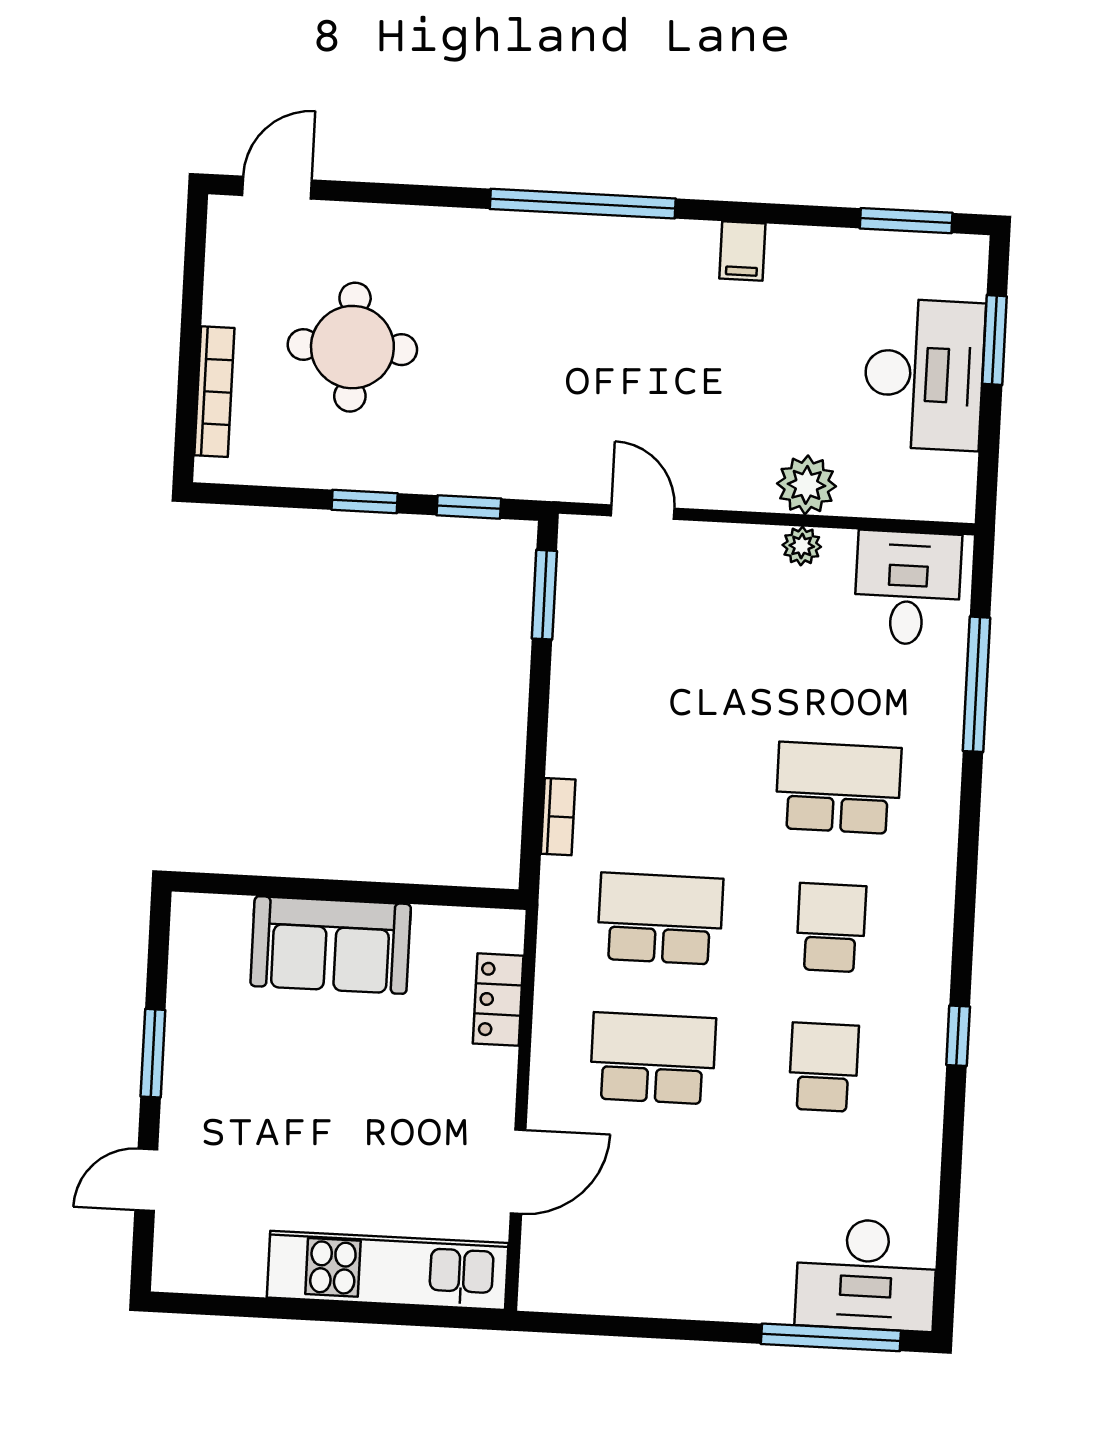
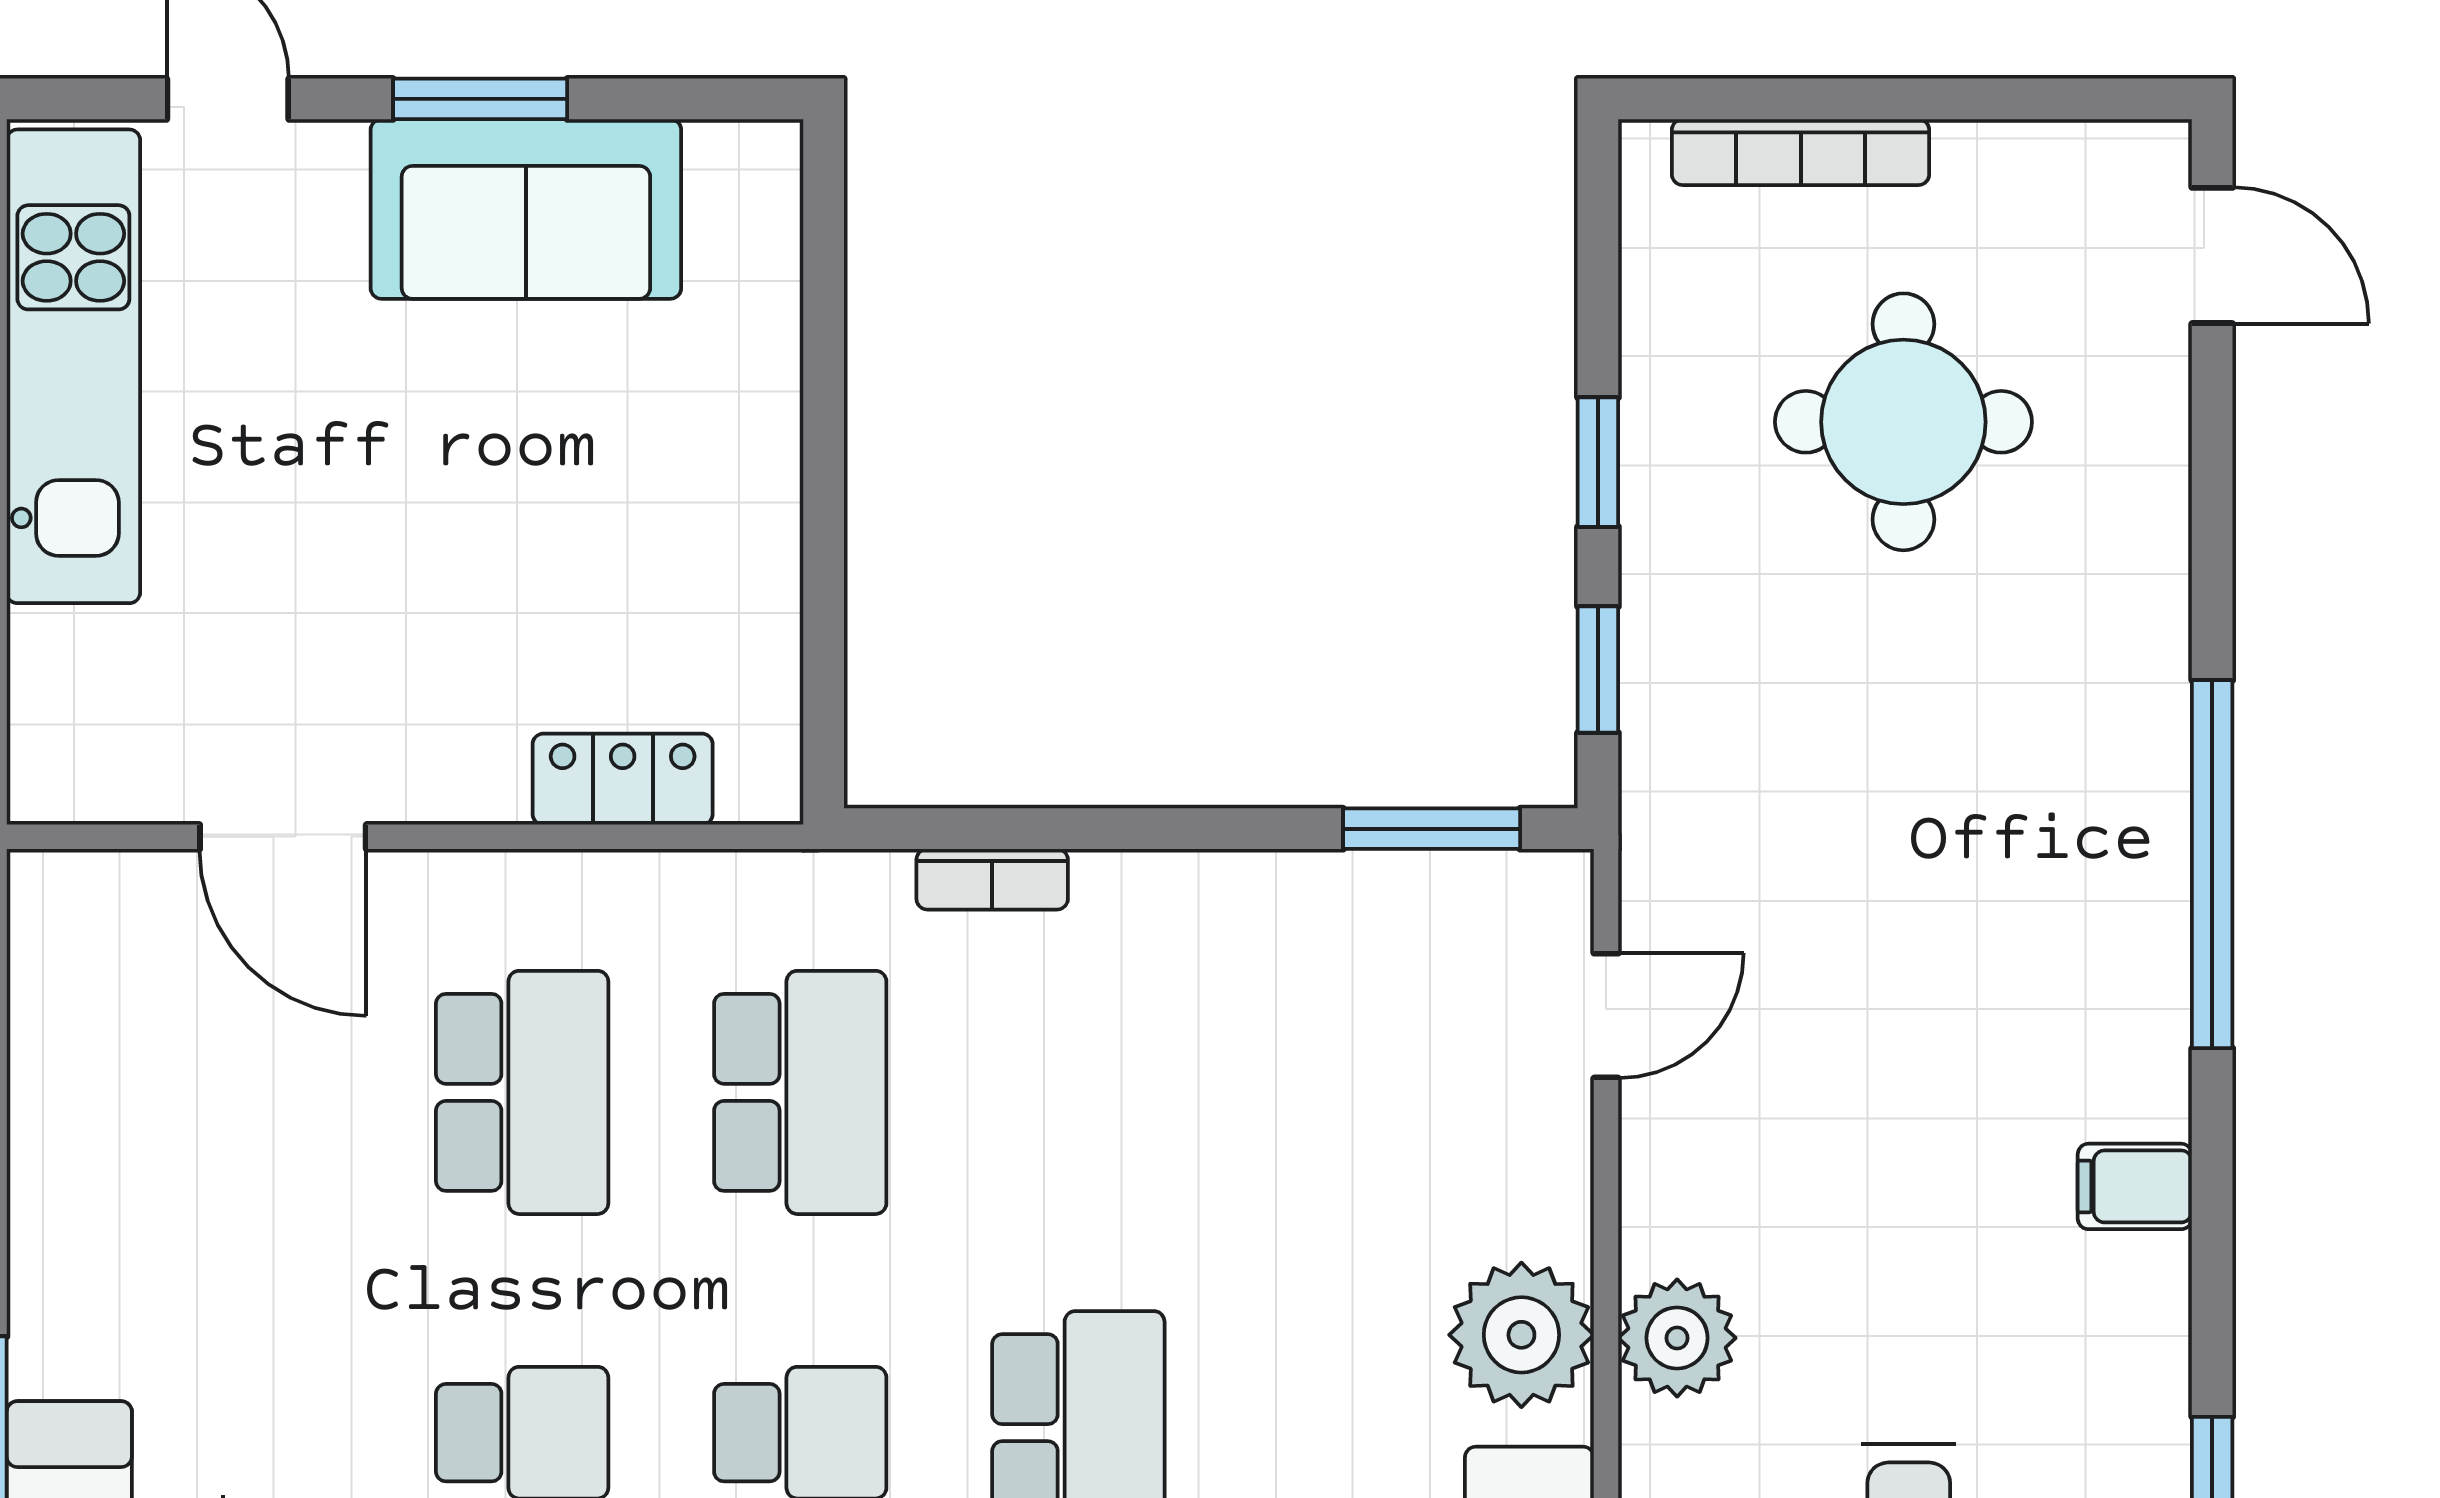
plant: (802, 546) -> (1521, 1335), width x1.88, depth x1.88
sofa: (331, 945) -> (526, 209), moved, turned -90
kitchen unit: (388, 1270) -> (73, 366), moved

